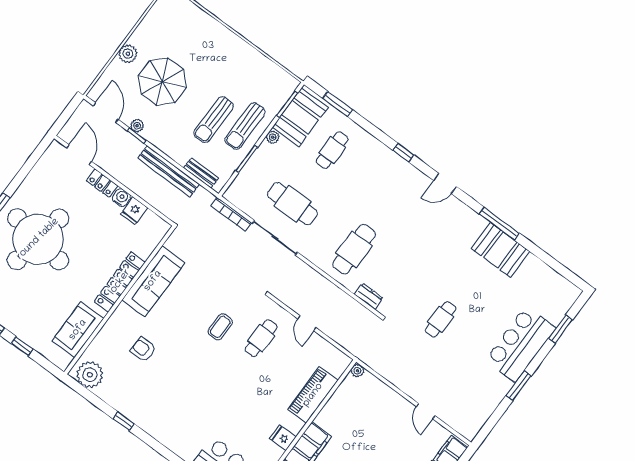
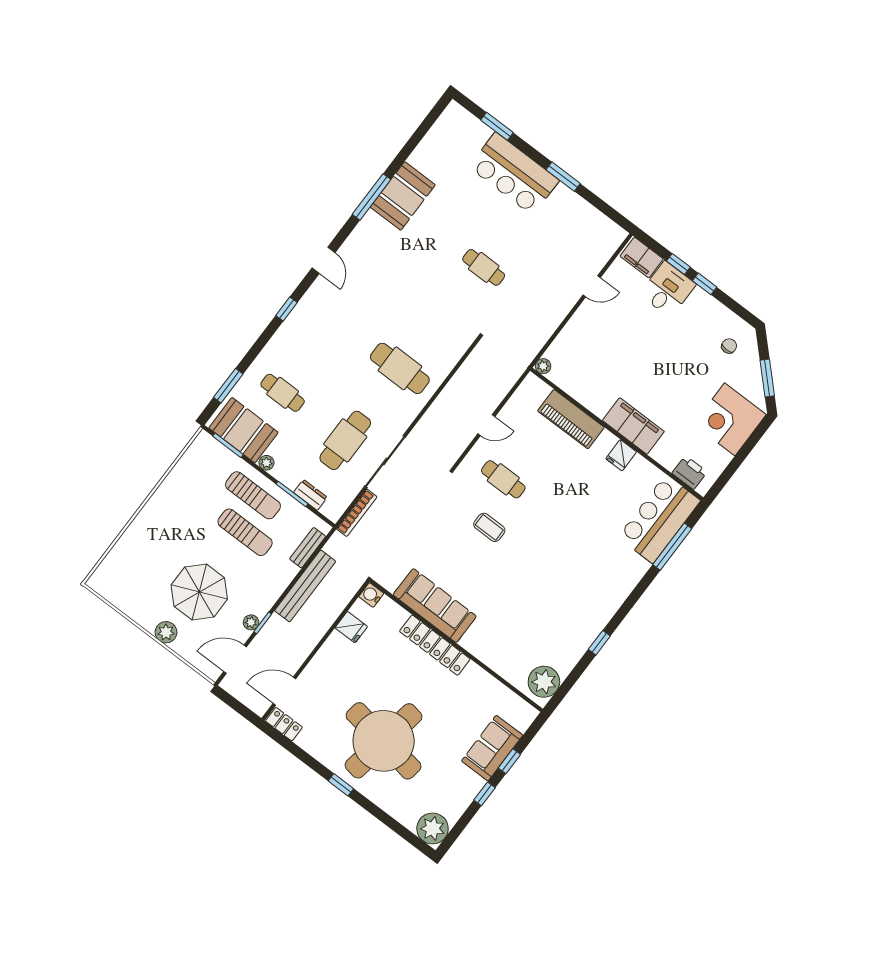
locker: (102, 183) -> (284, 724), moved, turned -90
water cooler: (121, 198) -> (371, 595), moved
dresser: (369, 296) -> (310, 495), moved, turned 90
sofa: (78, 330) -> (492, 748), moved, turned 90
armchair: (143, 349) -> (515, 618), removed

